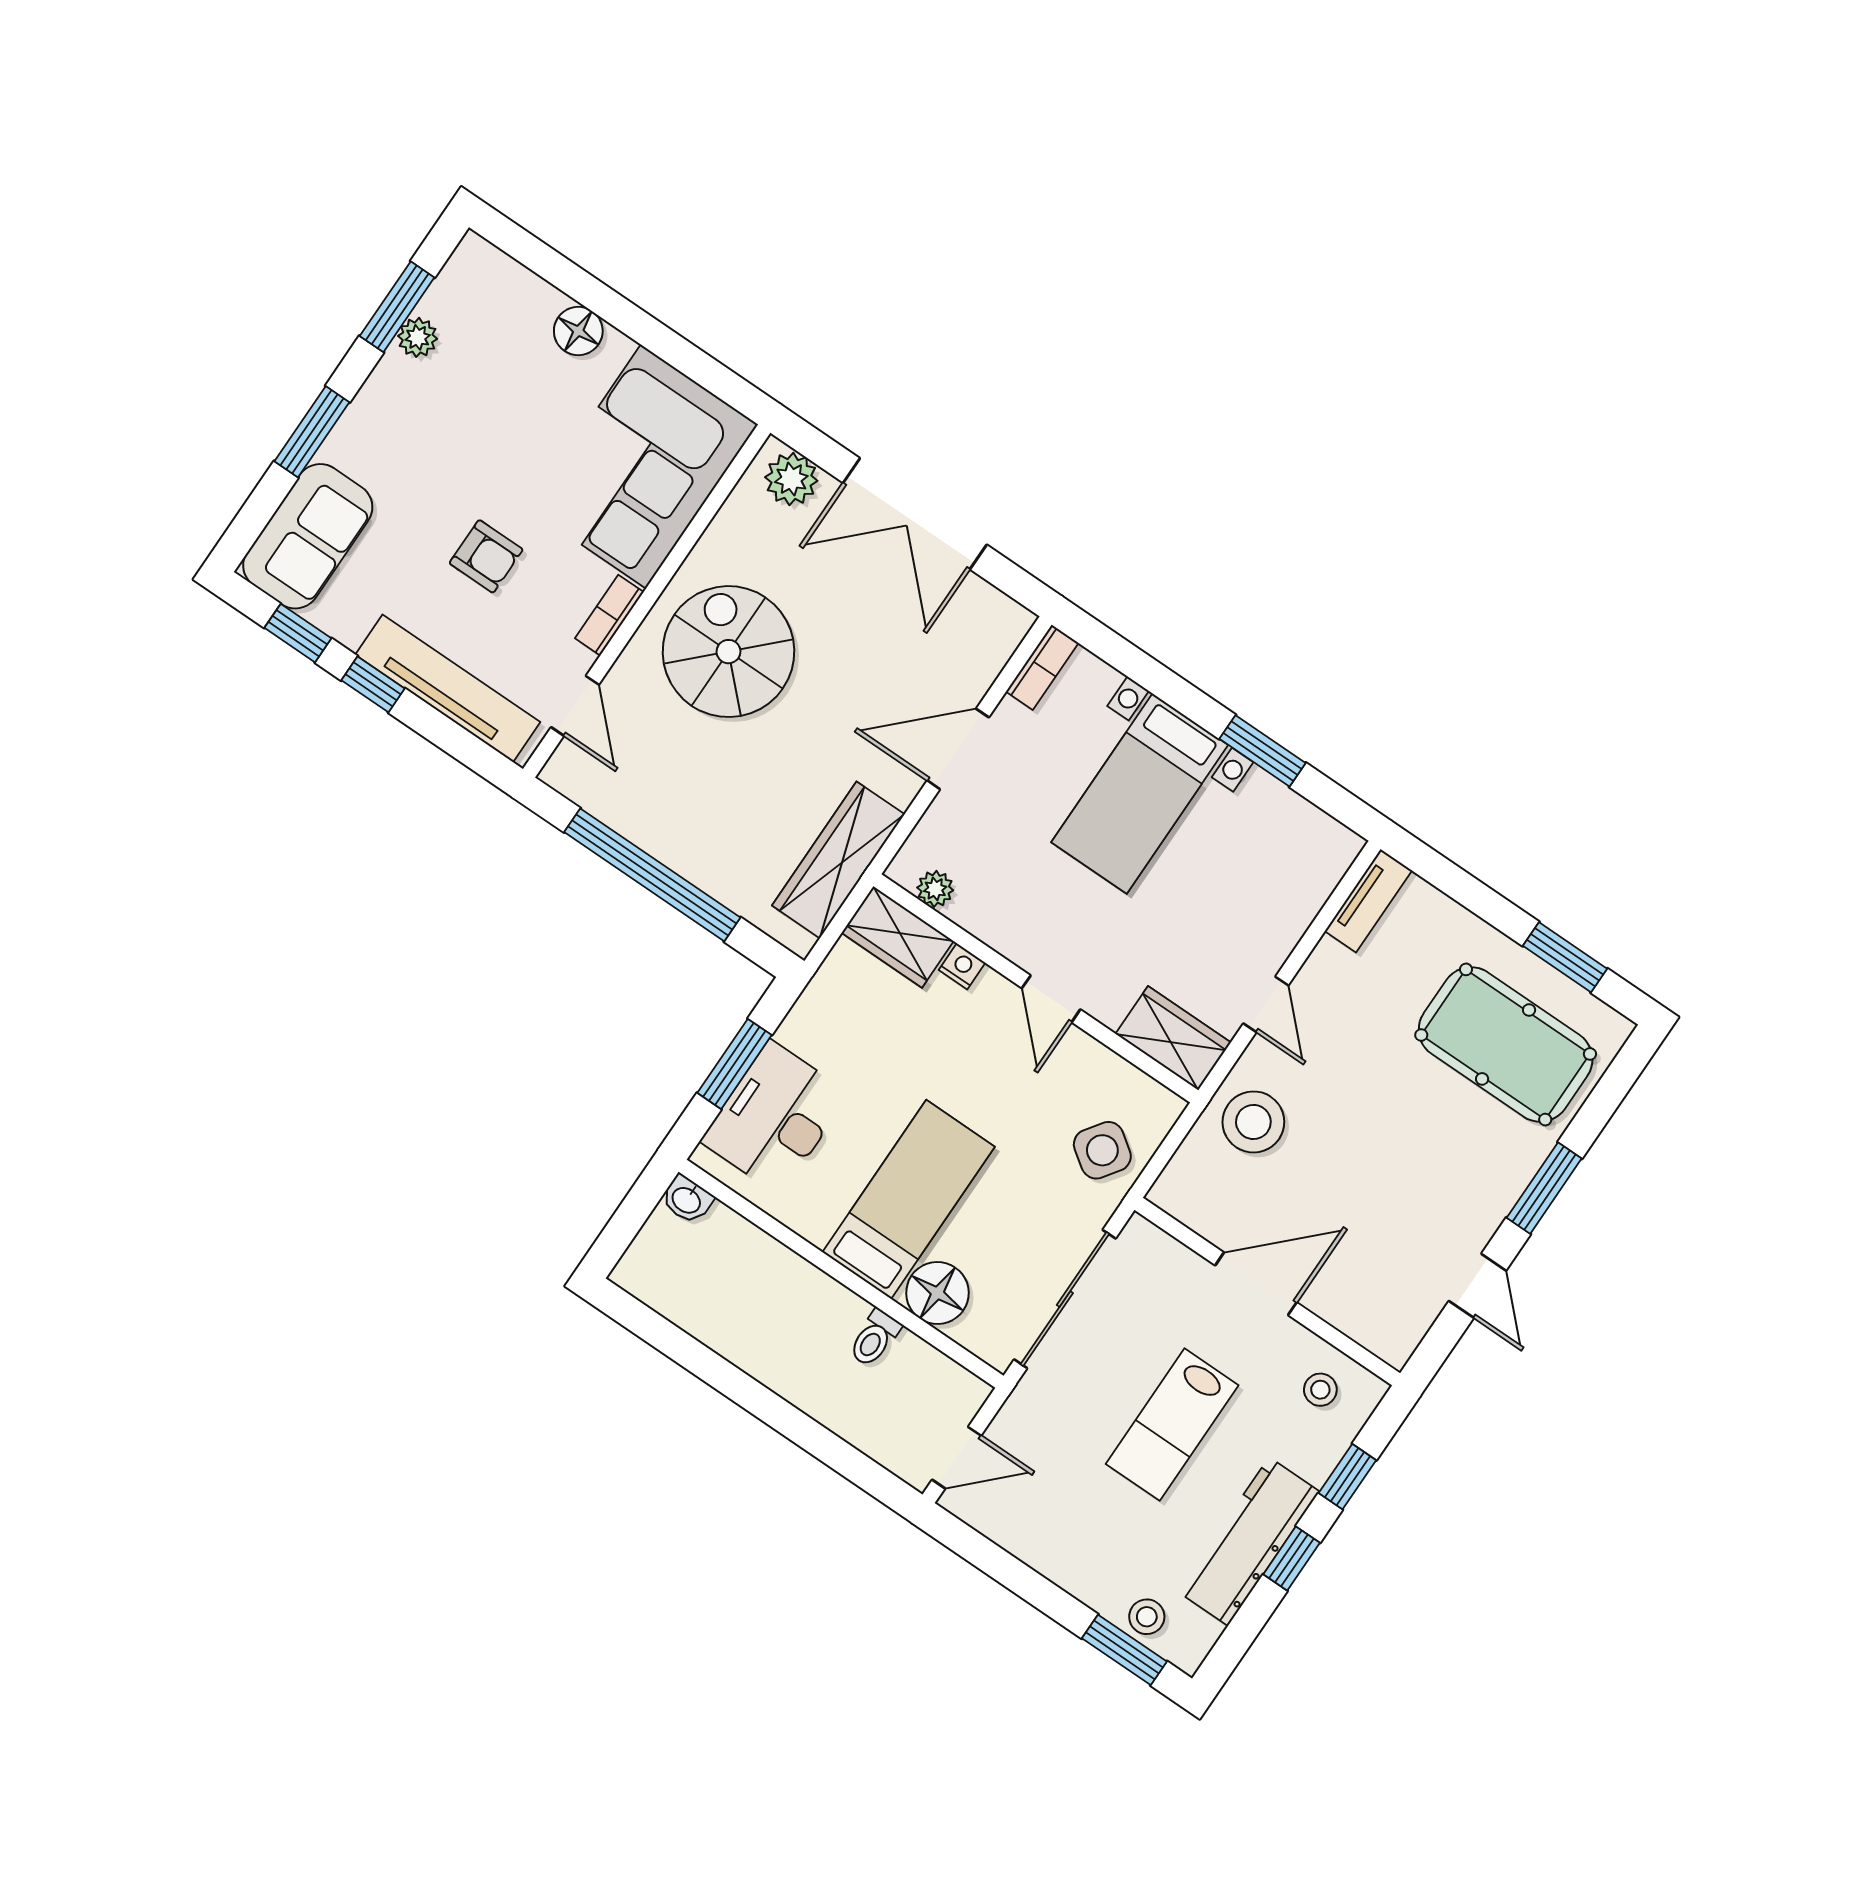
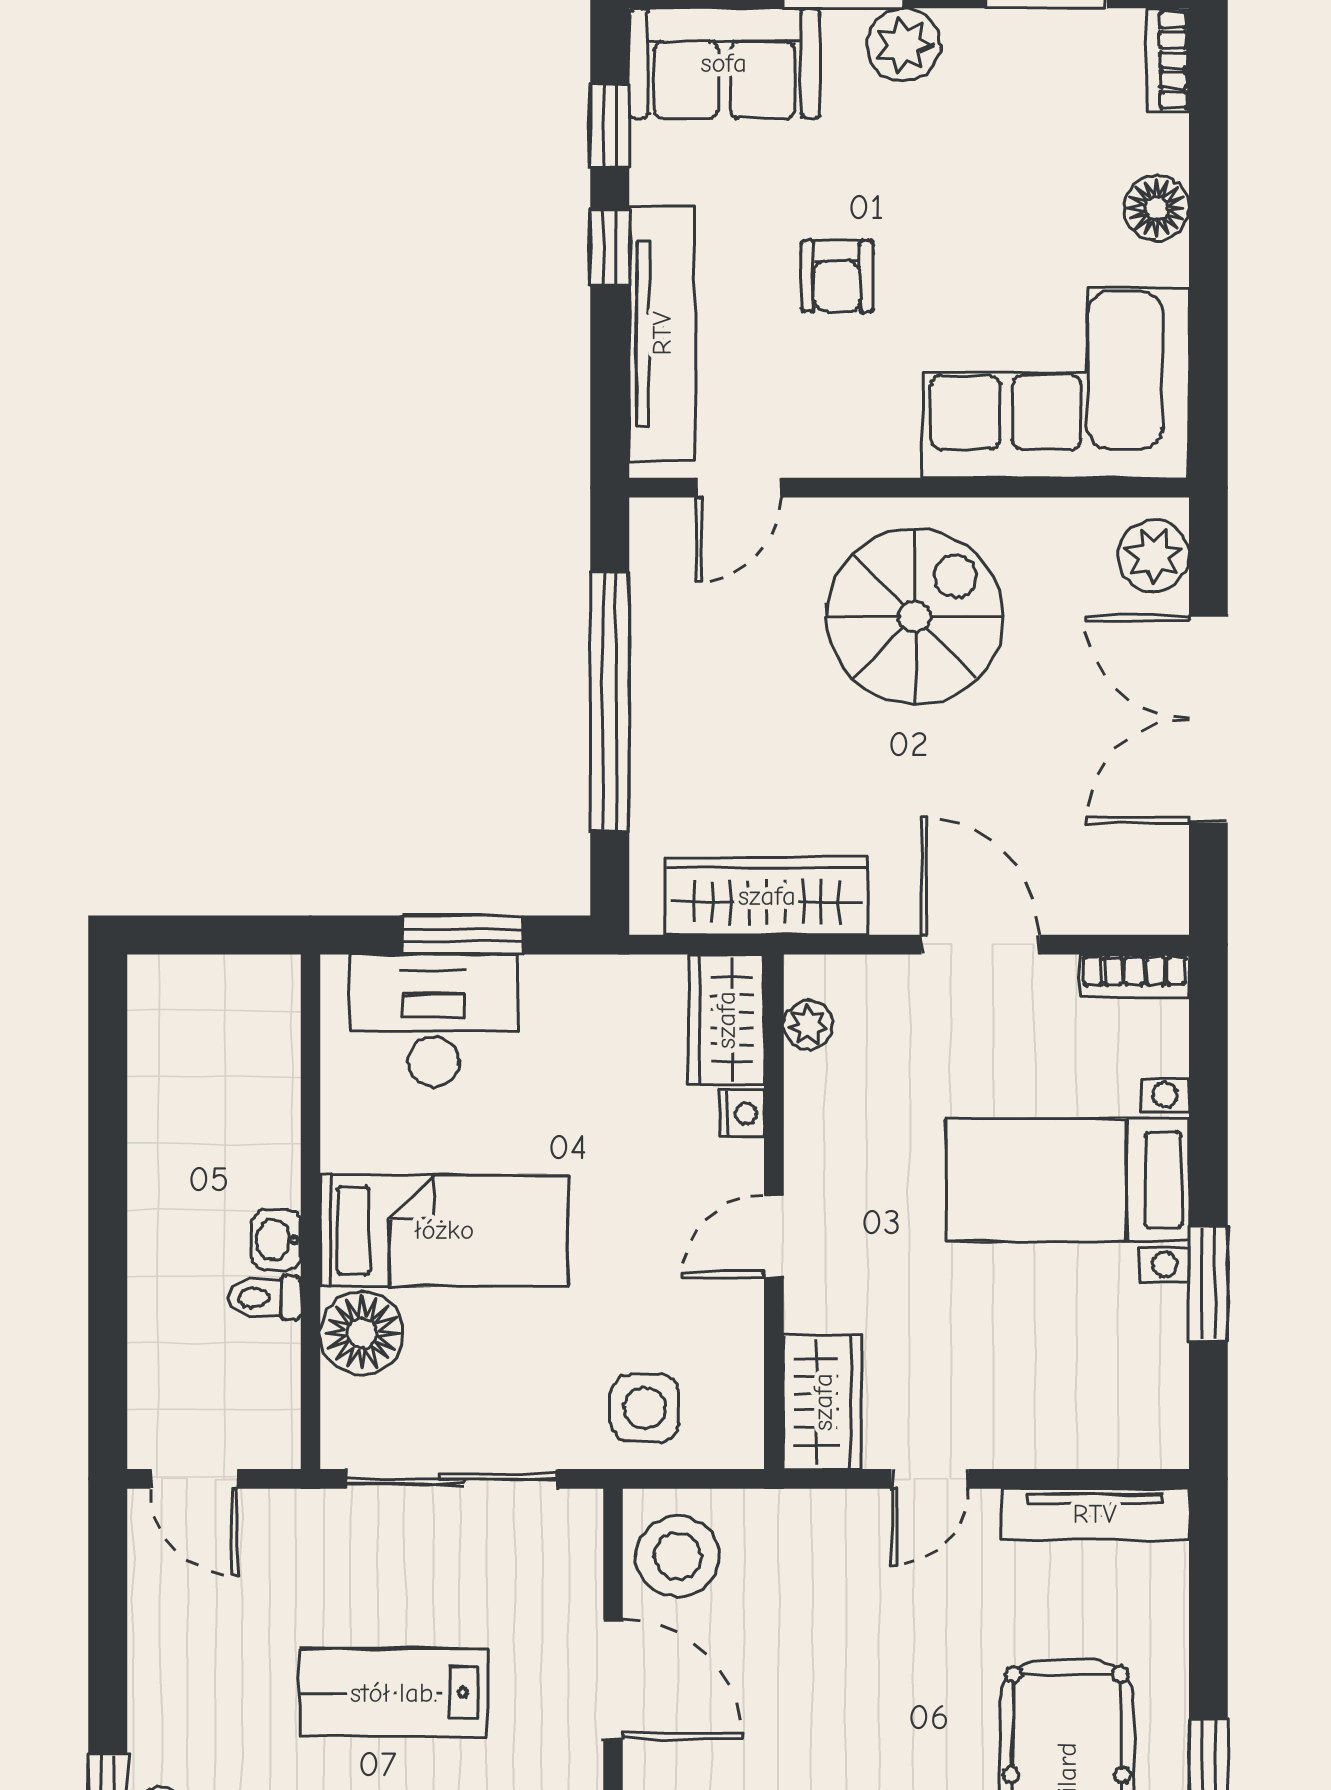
plant: (418, 337) -> (904, 45), moved, width x1.38, depth x1.38
bookcase: (609, 615) -> (1168, 60), moved, turned -90
tv unit: (1368, 901) -> (1095, 1514), width x1.41
stool: (1253, 1122) -> (678, 1556), moved
side table: (1102, 1150) -> (645, 1408), turned -35
washbasin: (687, 1199) -> (276, 1240), moved

